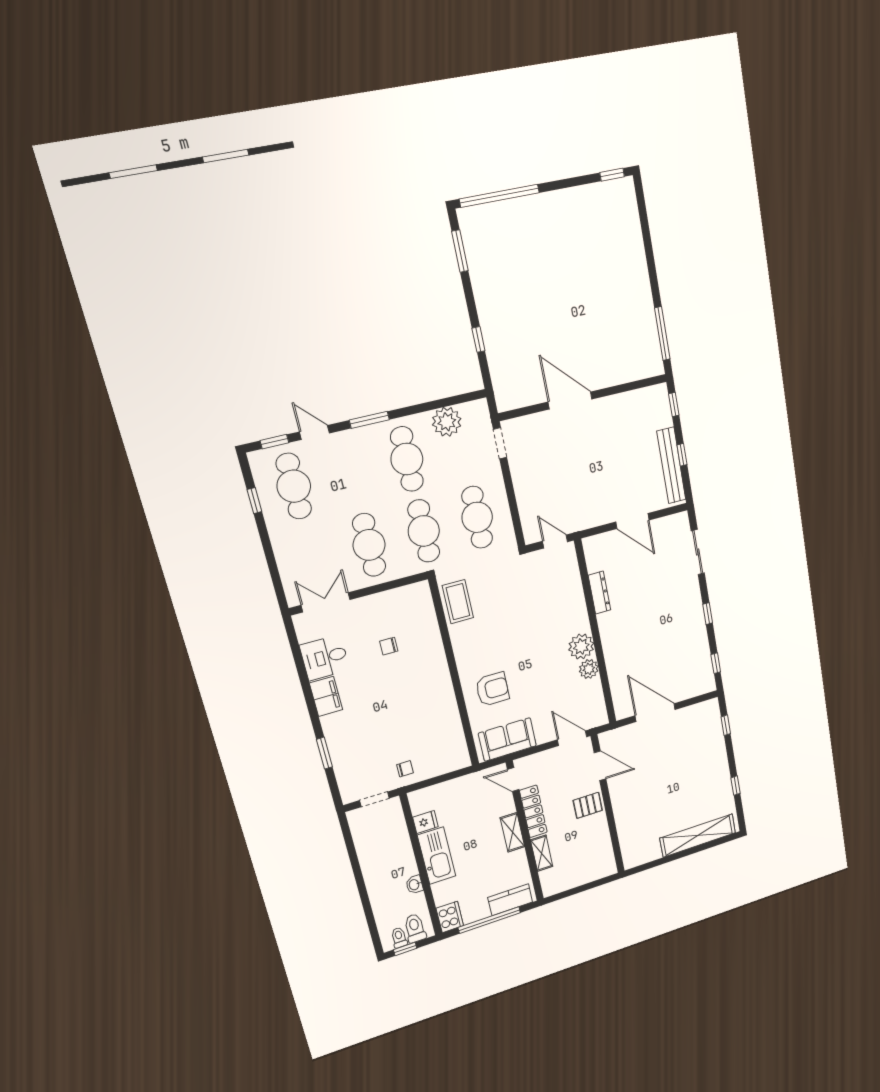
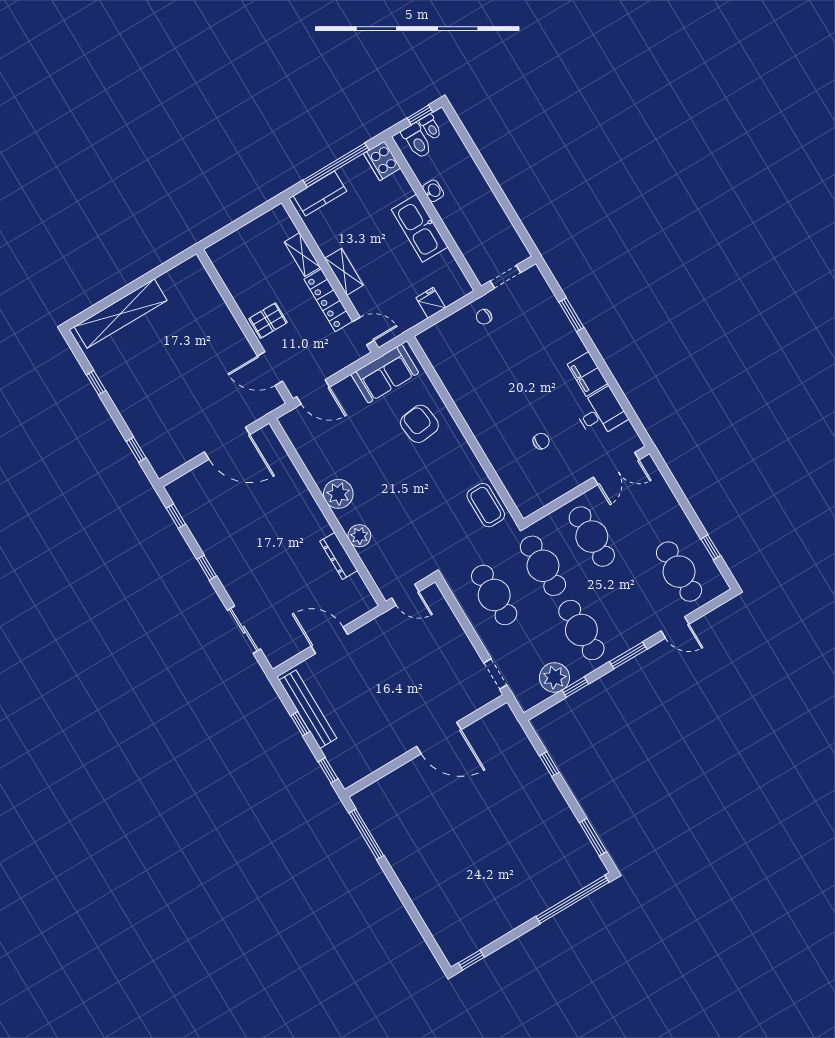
window: (274, 442) -> (575, 687), moved
plant: (589, 669) -> (359, 536), moved
armchair: (492, 689) -> (419, 424), turned 83
fridge: (425, 822) -> (431, 303), moved, turned 90

